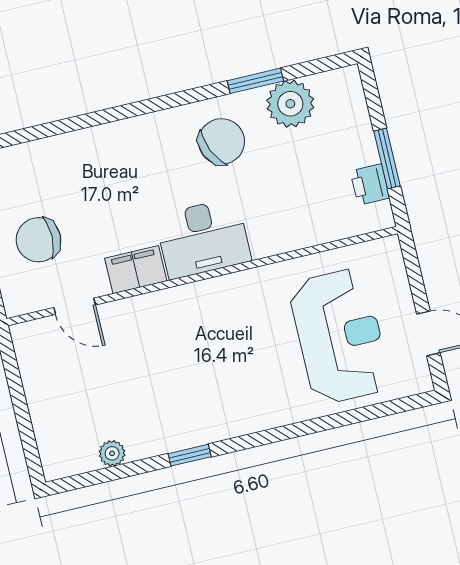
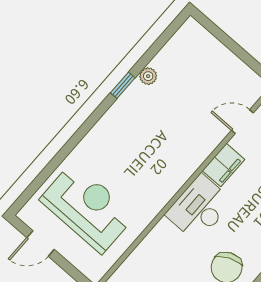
reception desk: (340, 336) -> (87, 208), turned 180
plant: (112, 453) -> (148, 76), moved

